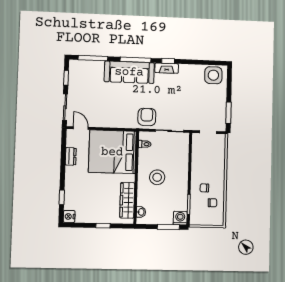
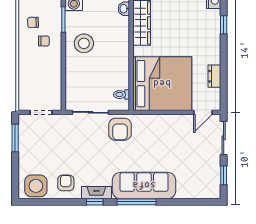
window: (93, 58) -> (191, 202), removed
armchair: (190, 77) -> (66, 183), added
door: (81, 128) -> (203, 112), hinge flipped
stool: (157, 177) -> (84, 43), moved

